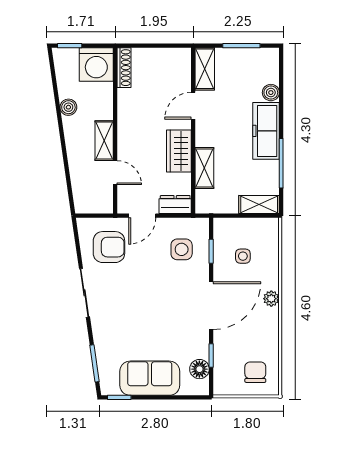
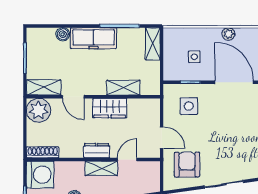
plant: (176, 62) -> (38, 110), added
dresser: (175, 205) -> (97, 151), moved, turned 90

